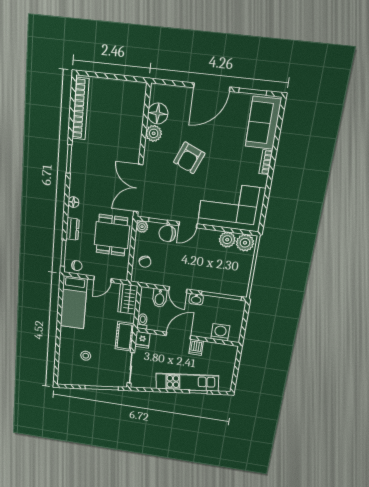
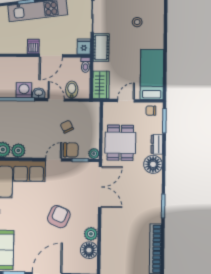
floor lamp: (73, 202) -> (153, 164), width x1.89, depth x1.89
chair: (145, 262) -> (67, 127), moved
washing machine: (220, 332) -> (24, 90), moved, turned 180

